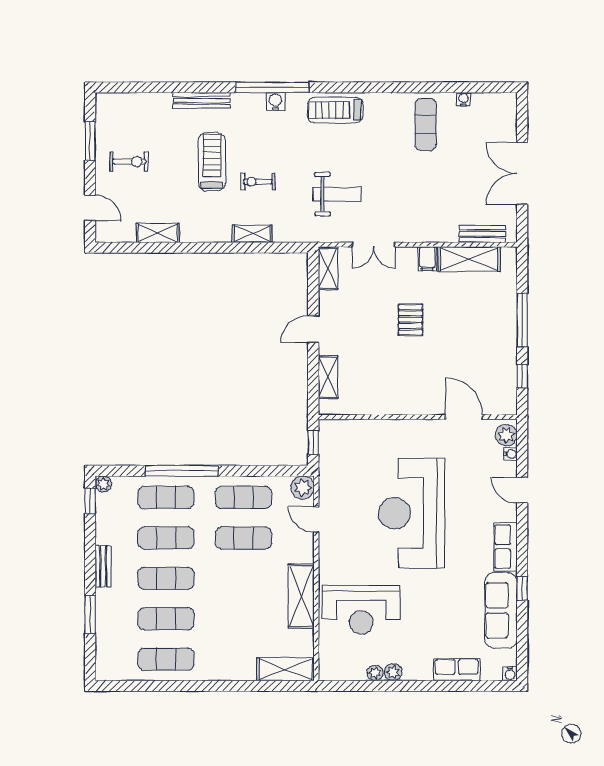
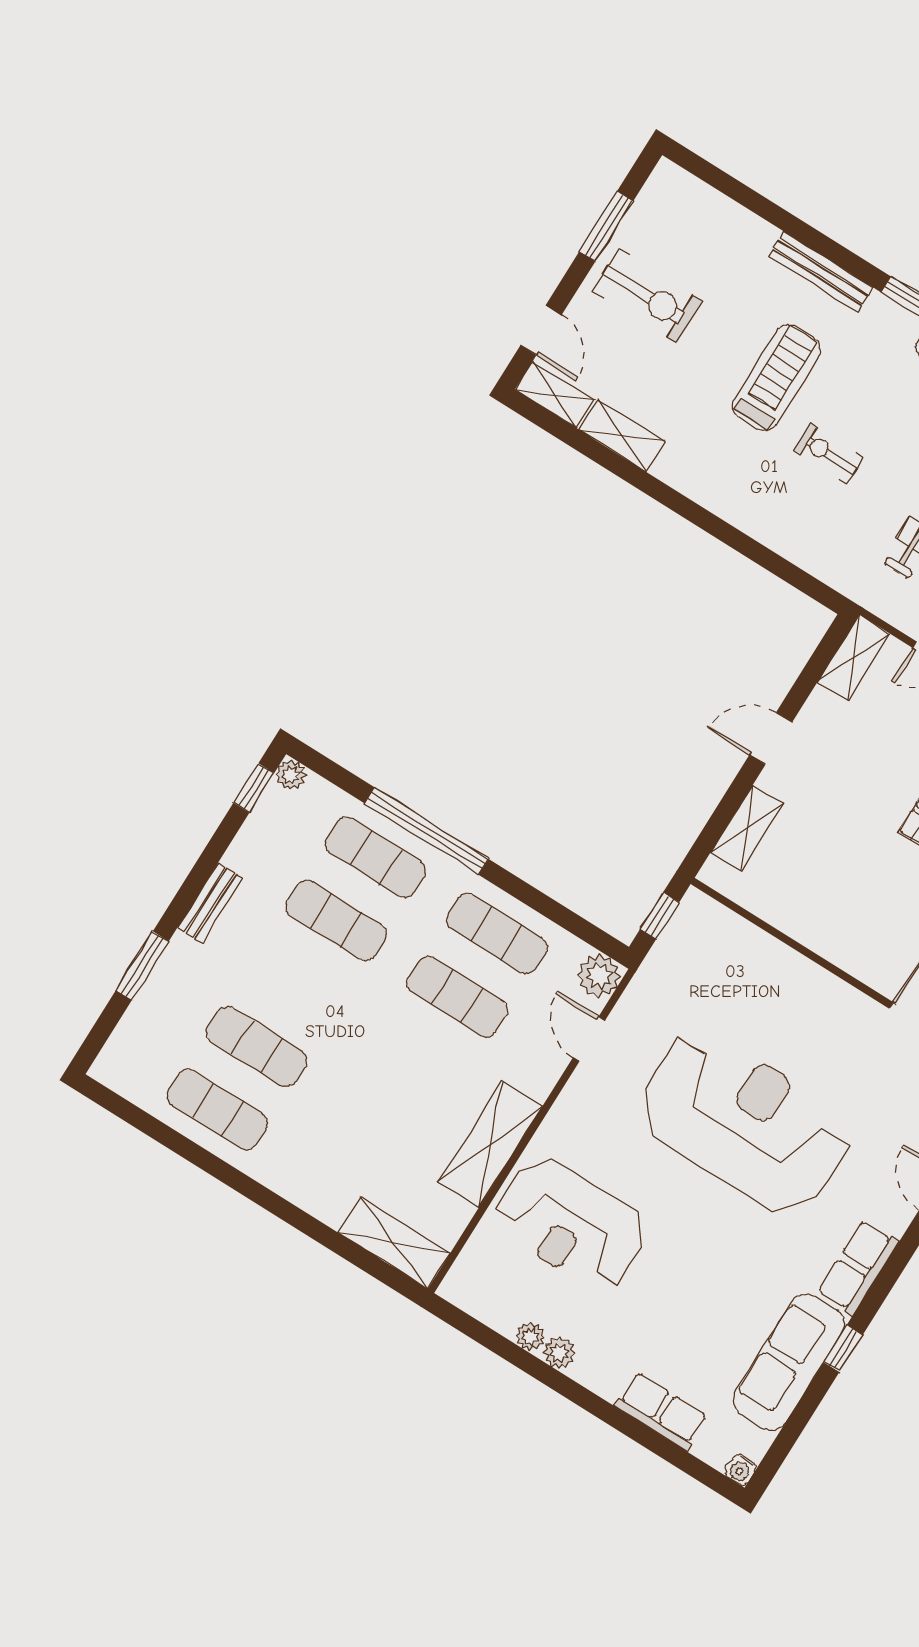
exercise bike: (129, 162) -> (647, 296), width x1.38, depth x1.39
shelving: (252, 234) -> (554, 395), moved
reception desk: (412, 513) -> (744, 1122), turned 90
exercise mat: (166, 578) -> (296, 984), removed

